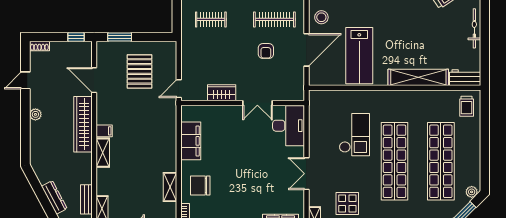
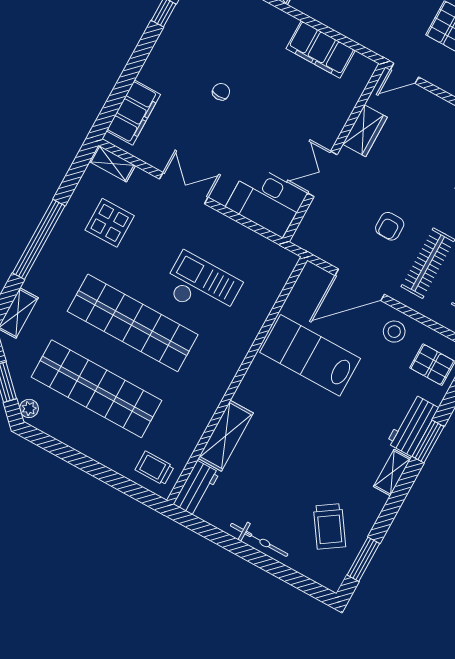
door: (306, 50) -> (360, 285), hinge flipped
armchair: (266, 51) -> (390, 226), turned -90
shelving: (418, 77) -> (226, 436), width x0.68
door: (179, 89) -> (404, 73), swing flipped
checkout: (354, 135) -> (202, 287), turned 180
chair: (200, 186) -> (221, 92), moved, width x0.54, depth x0.54

